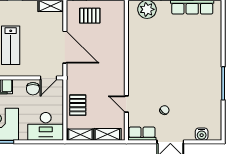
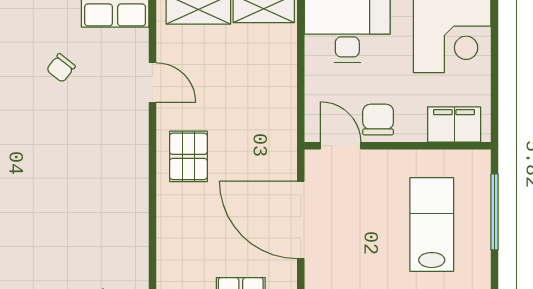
door: (48, 78) -> (341, 146), hinge flipped
pallet: (78, 105) -> (188, 156), moved

